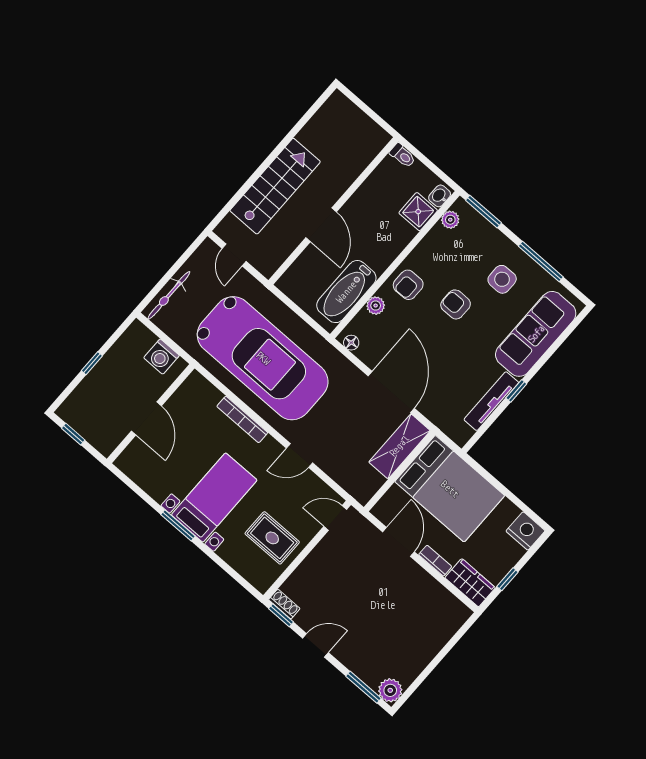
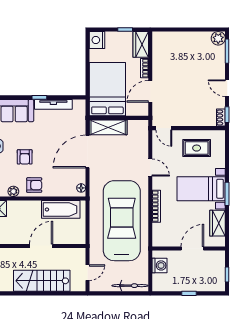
plant: (376, 306) -> (13, 191), moved
wardrobe: (151, 480) -> (218, 223), added
rug: (272, 538) -> (197, 148), turned 90

